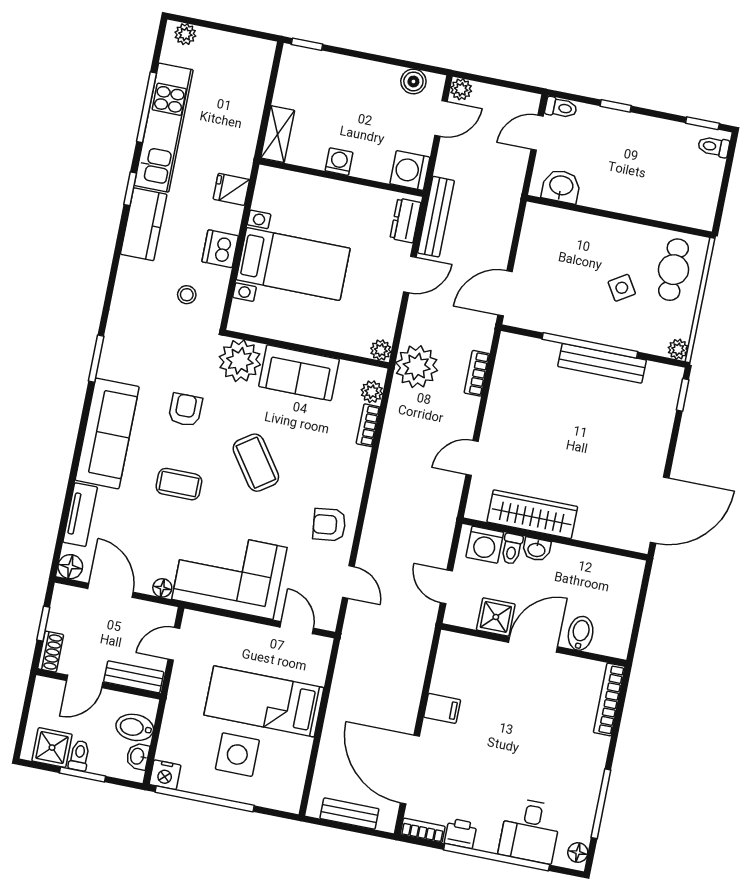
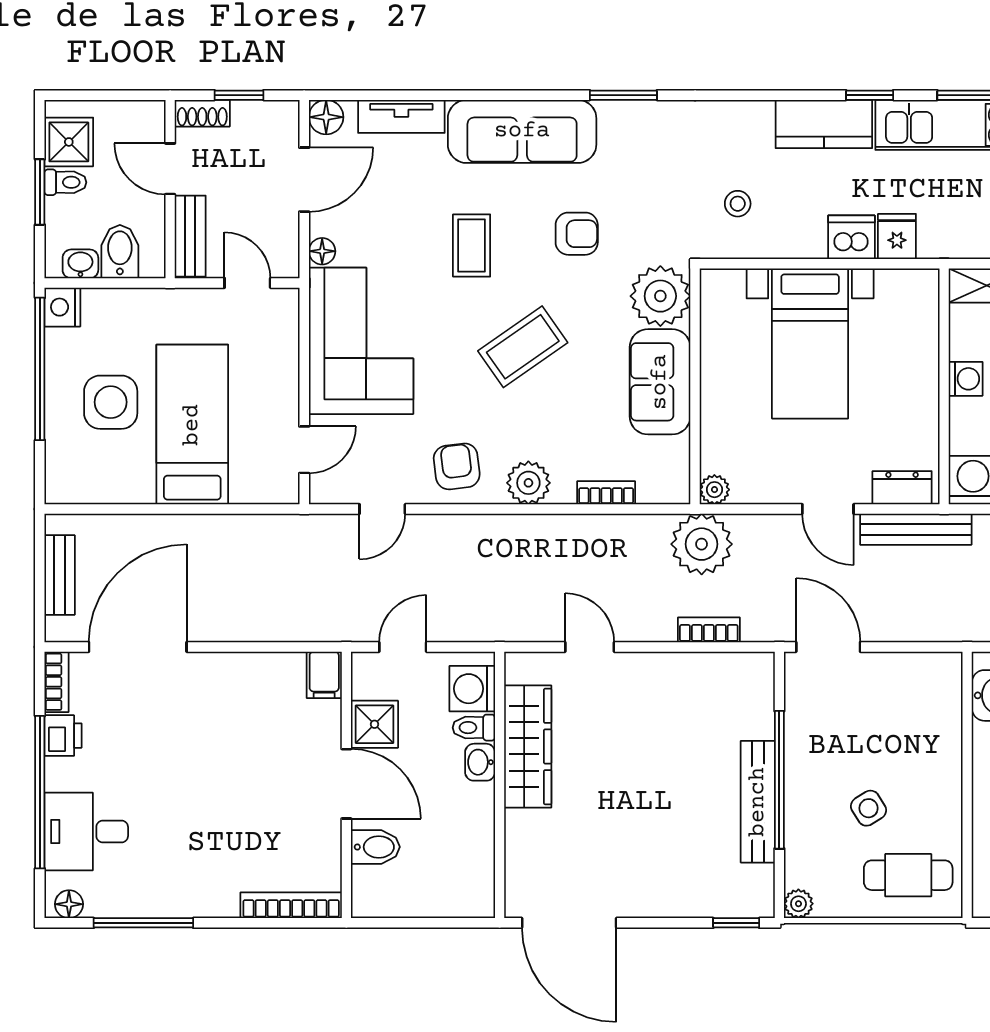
dishwasher: (220, 249) -> (851, 237), moved
plant: (372, 392) -> (528, 483), moved, width x1.38, depth x1.38
filing cabinet: (442, 708) -> (324, 675), moved

